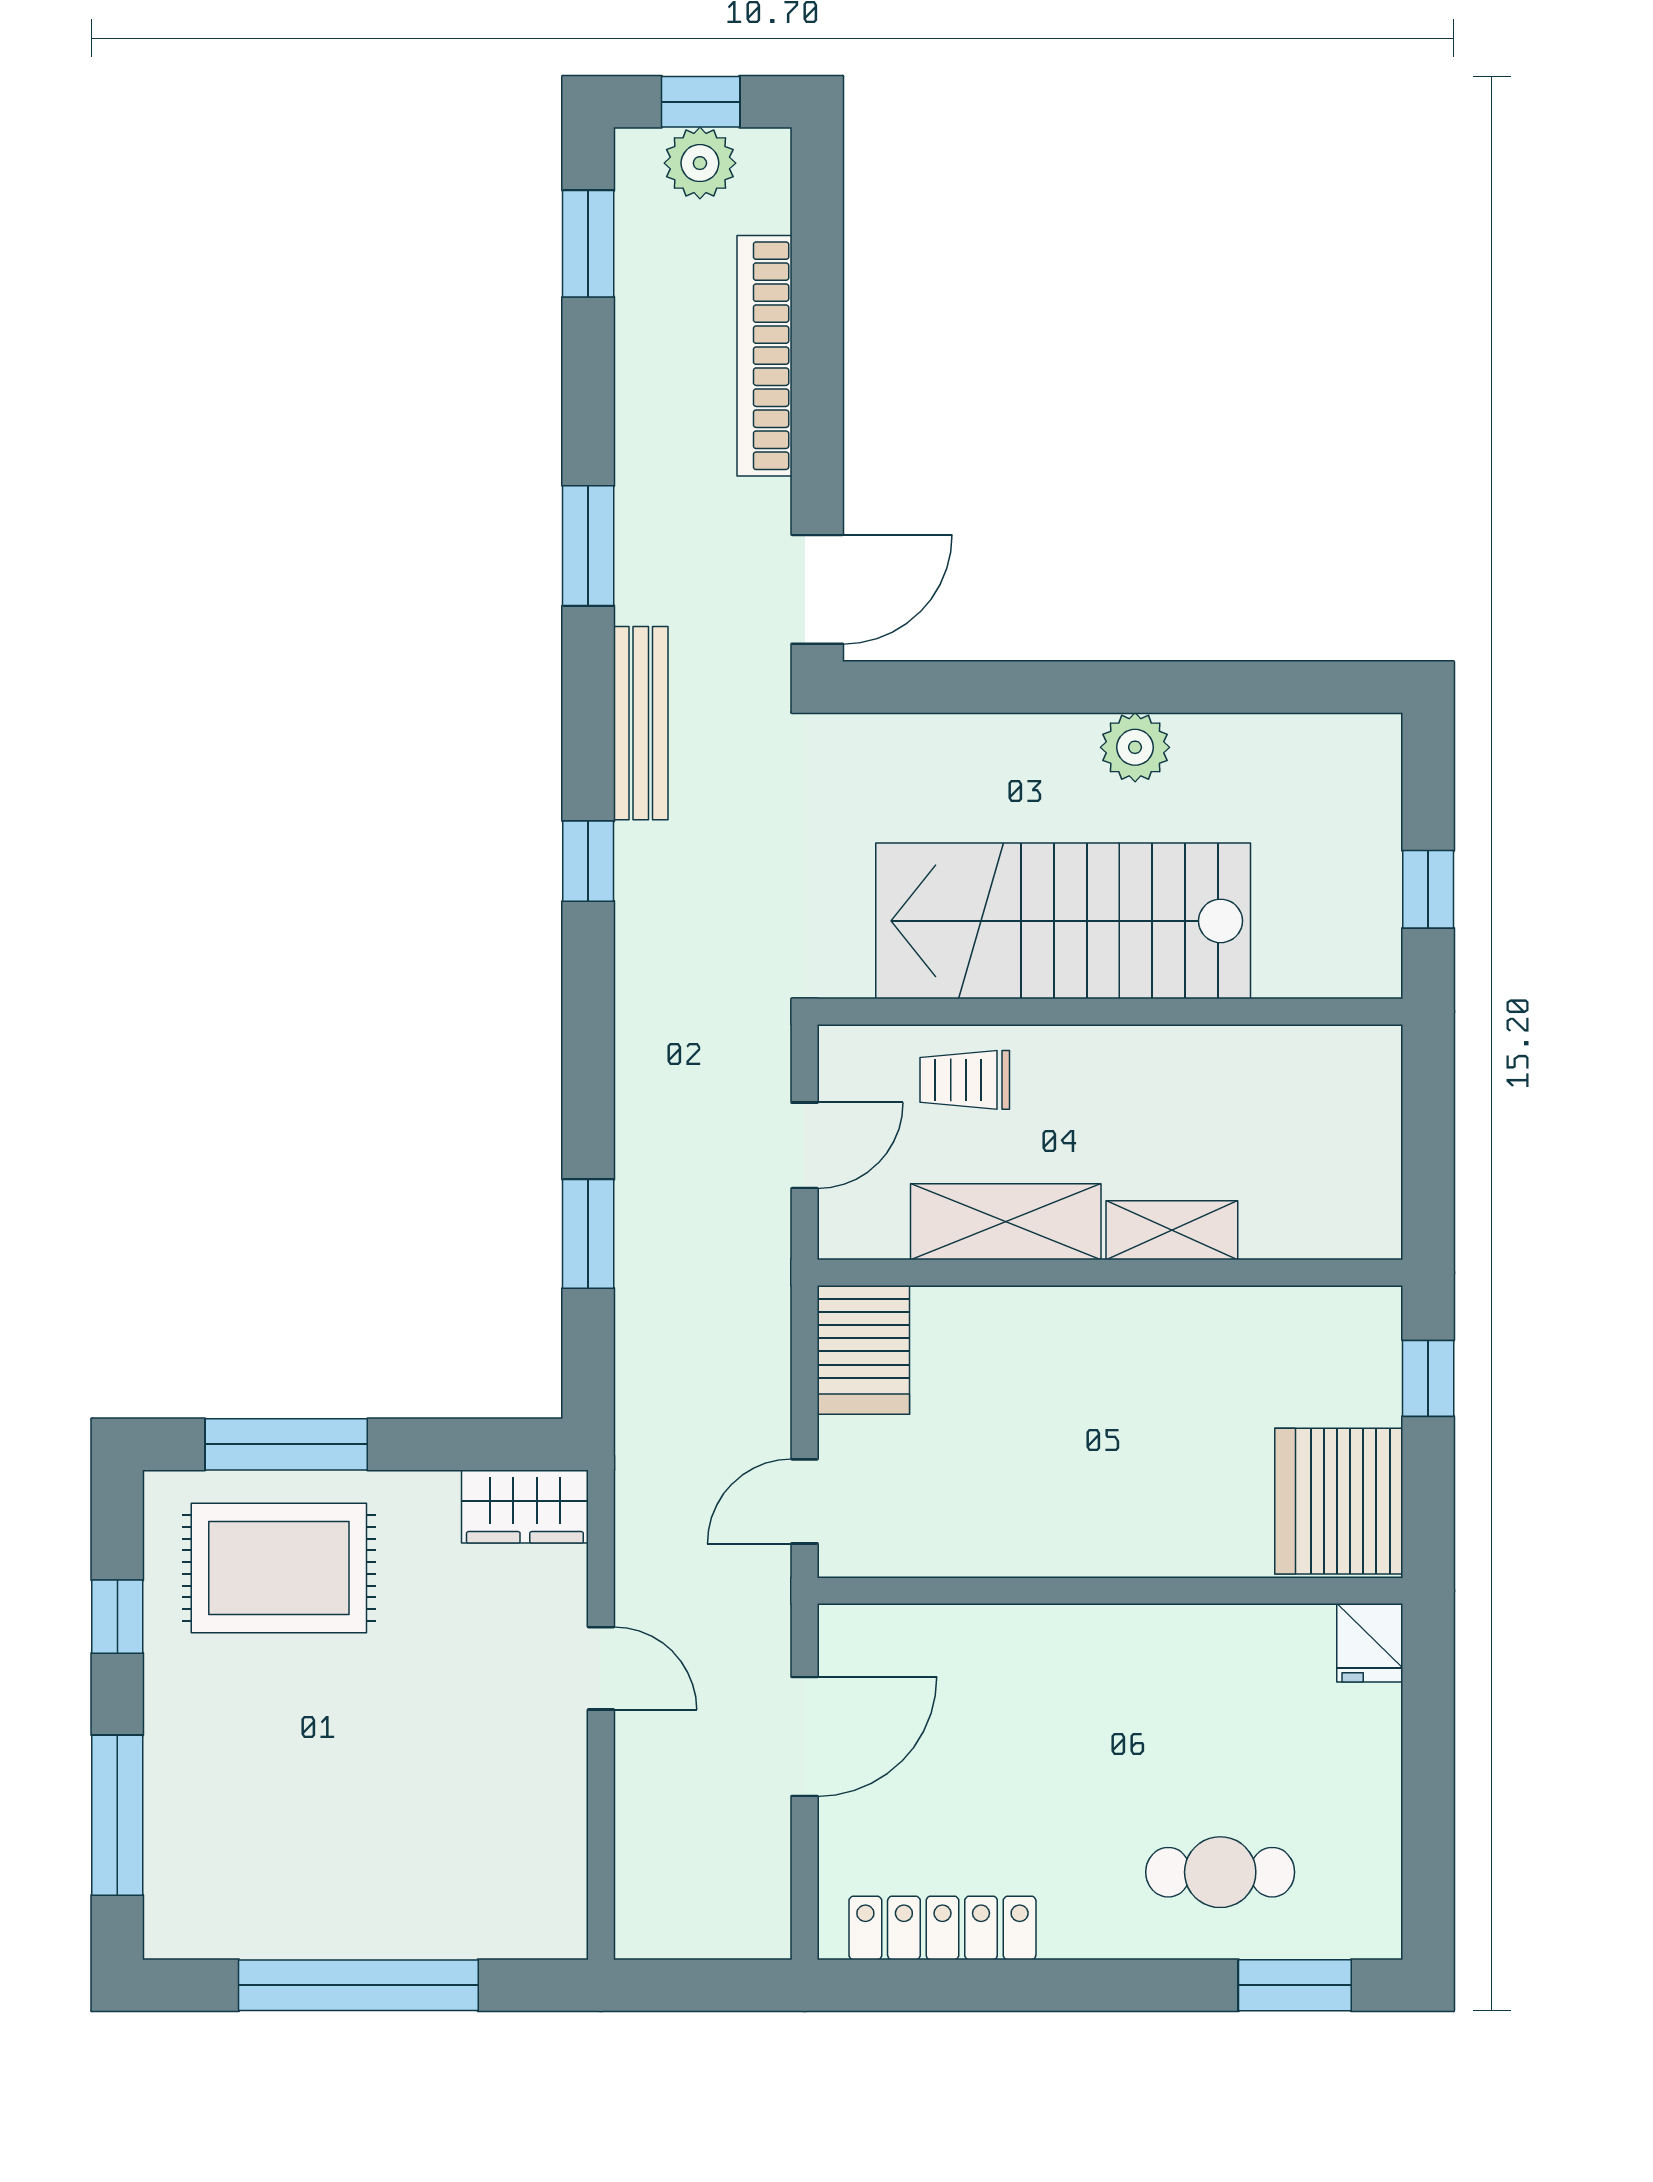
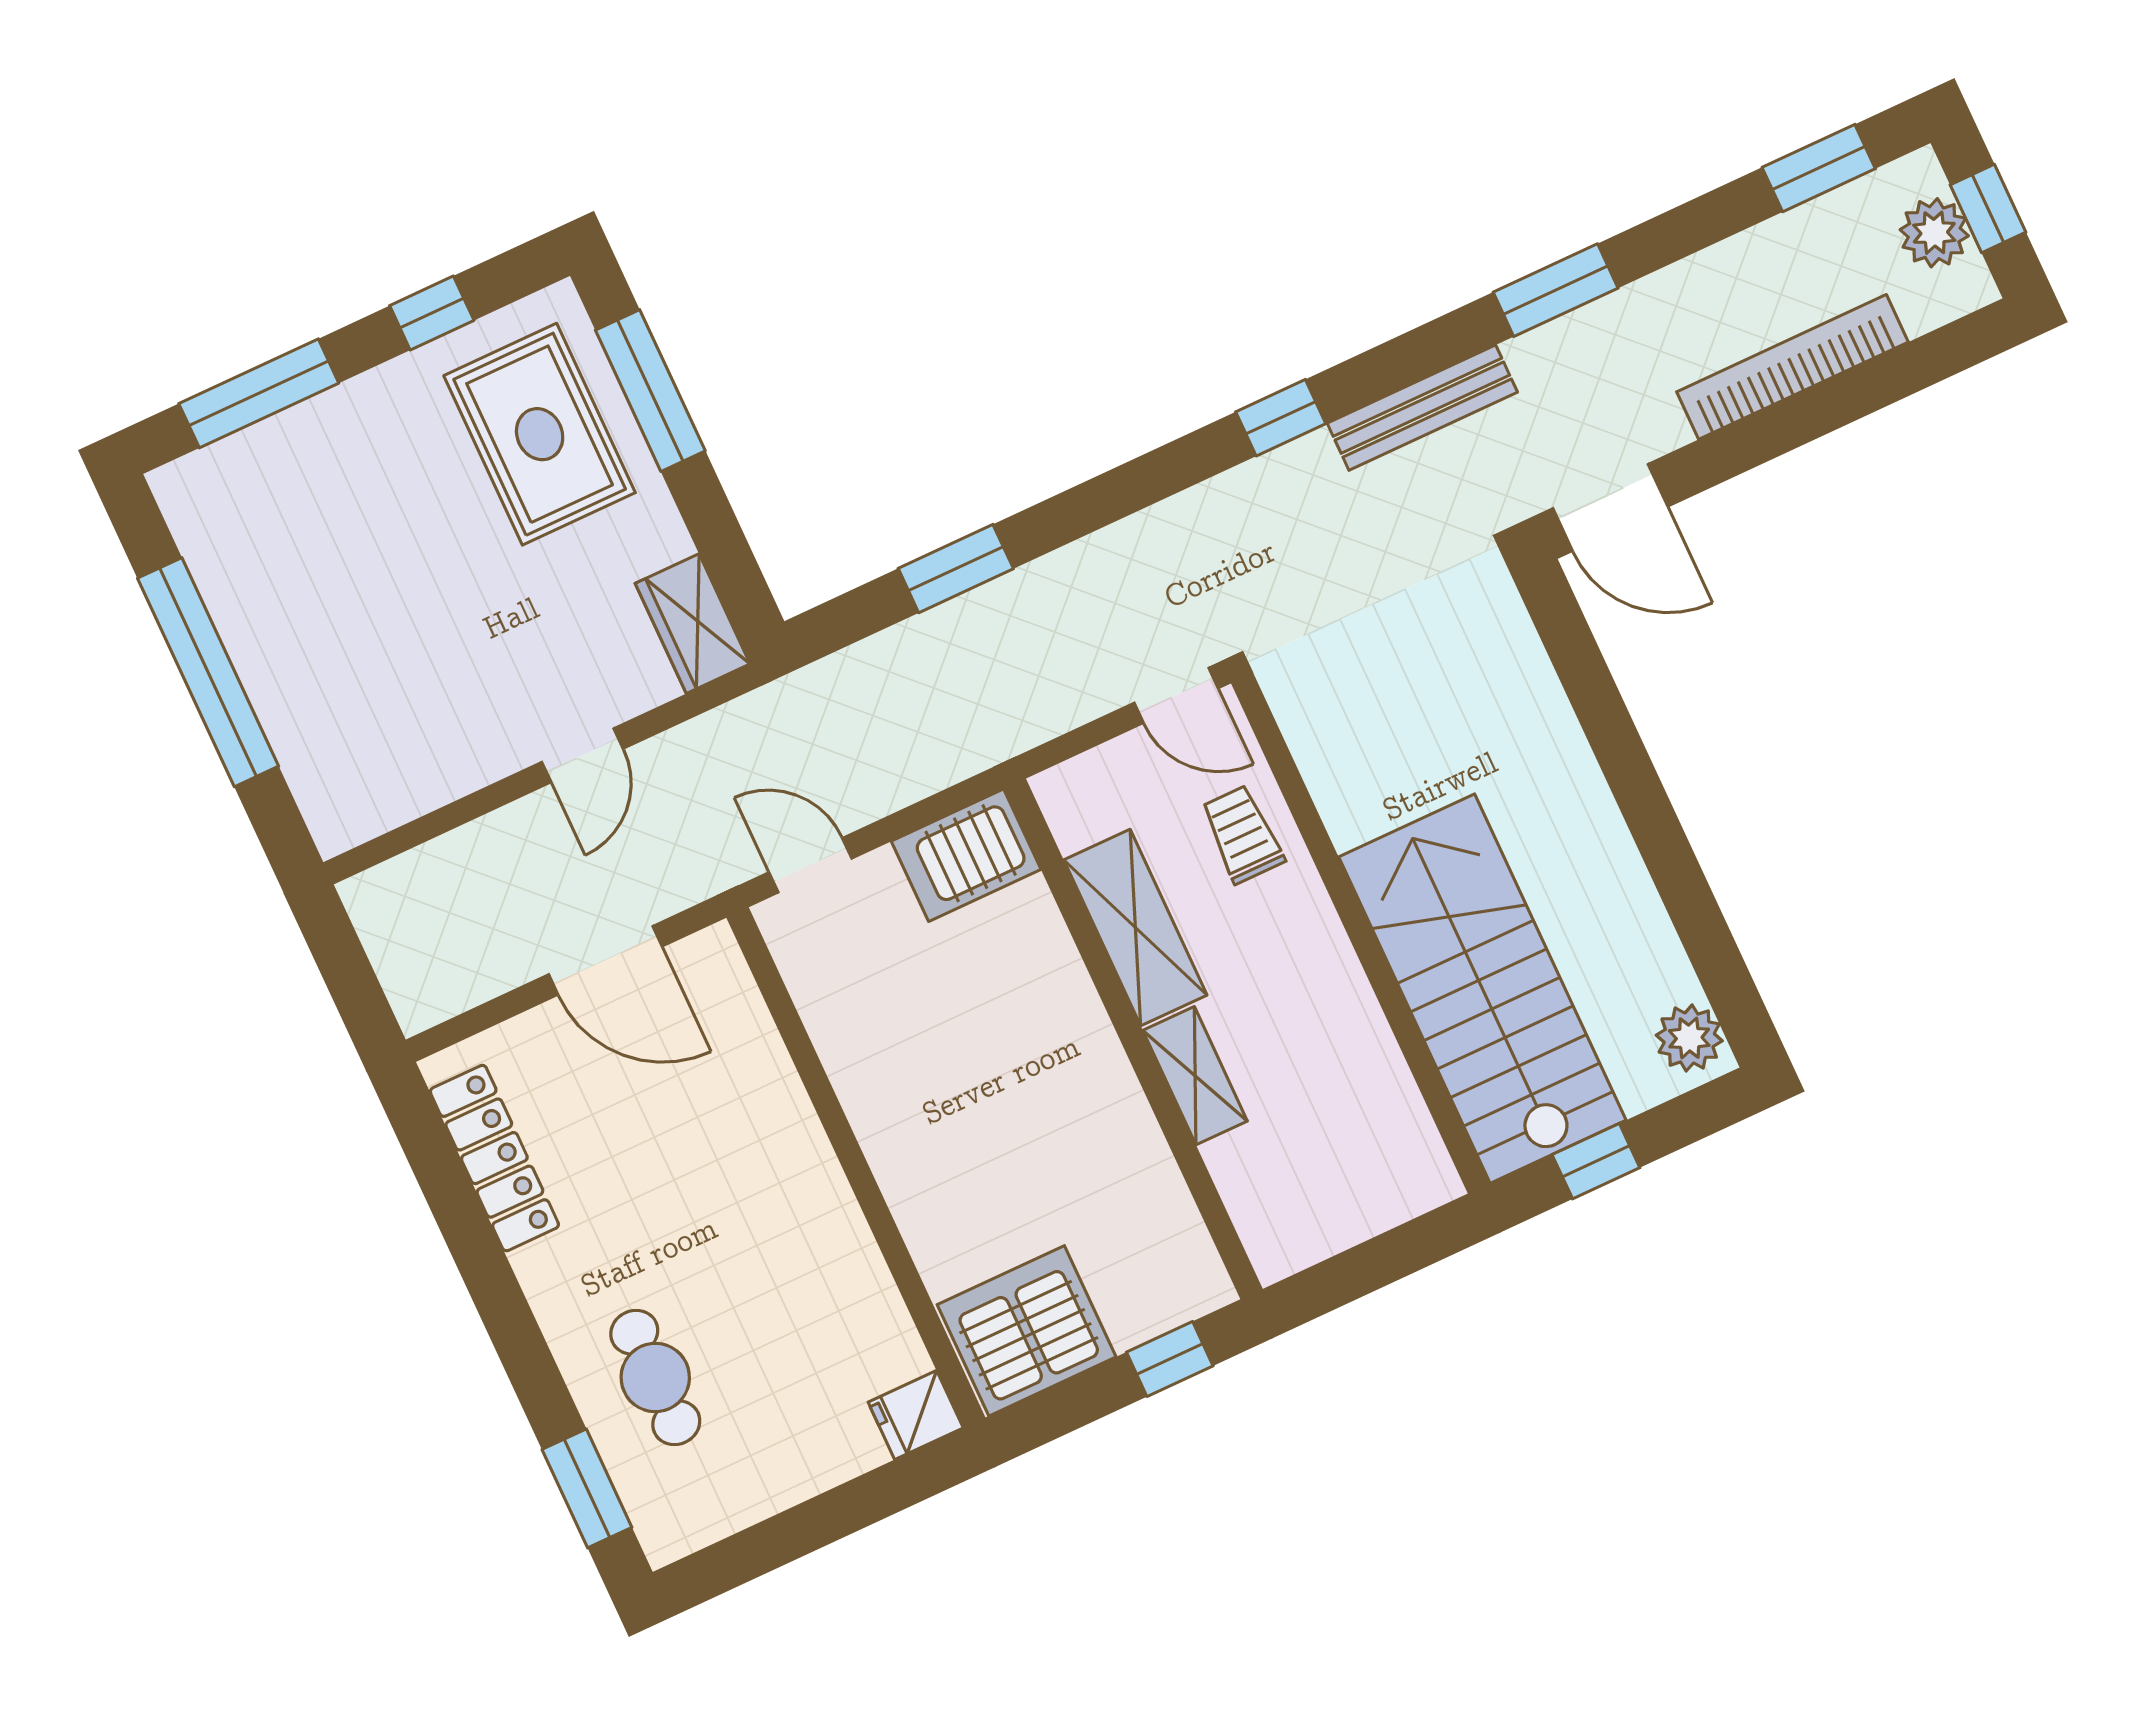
plant: (1135, 747) -> (1689, 1038), moved
stairs: (1063, 921) -> (1482, 989), moved
door: (805, 1145) -> (1176, 695), moved

